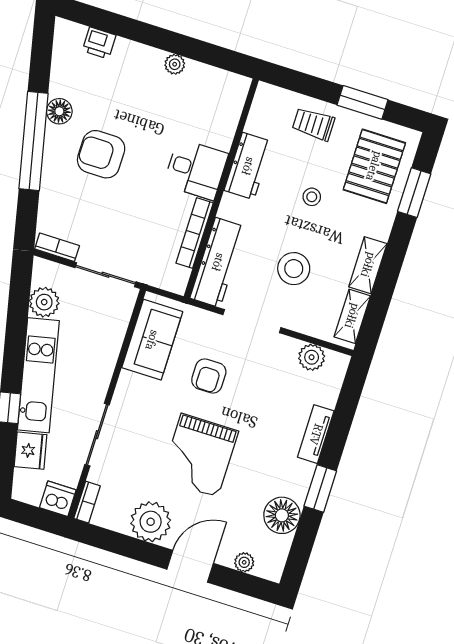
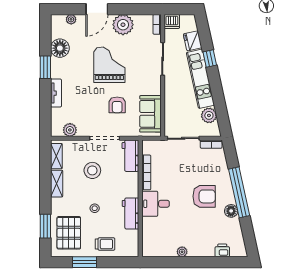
workbench: (218, 262) -> (130, 156), width x0.73
armchair: (209, 376) -> (117, 105), turned 180

